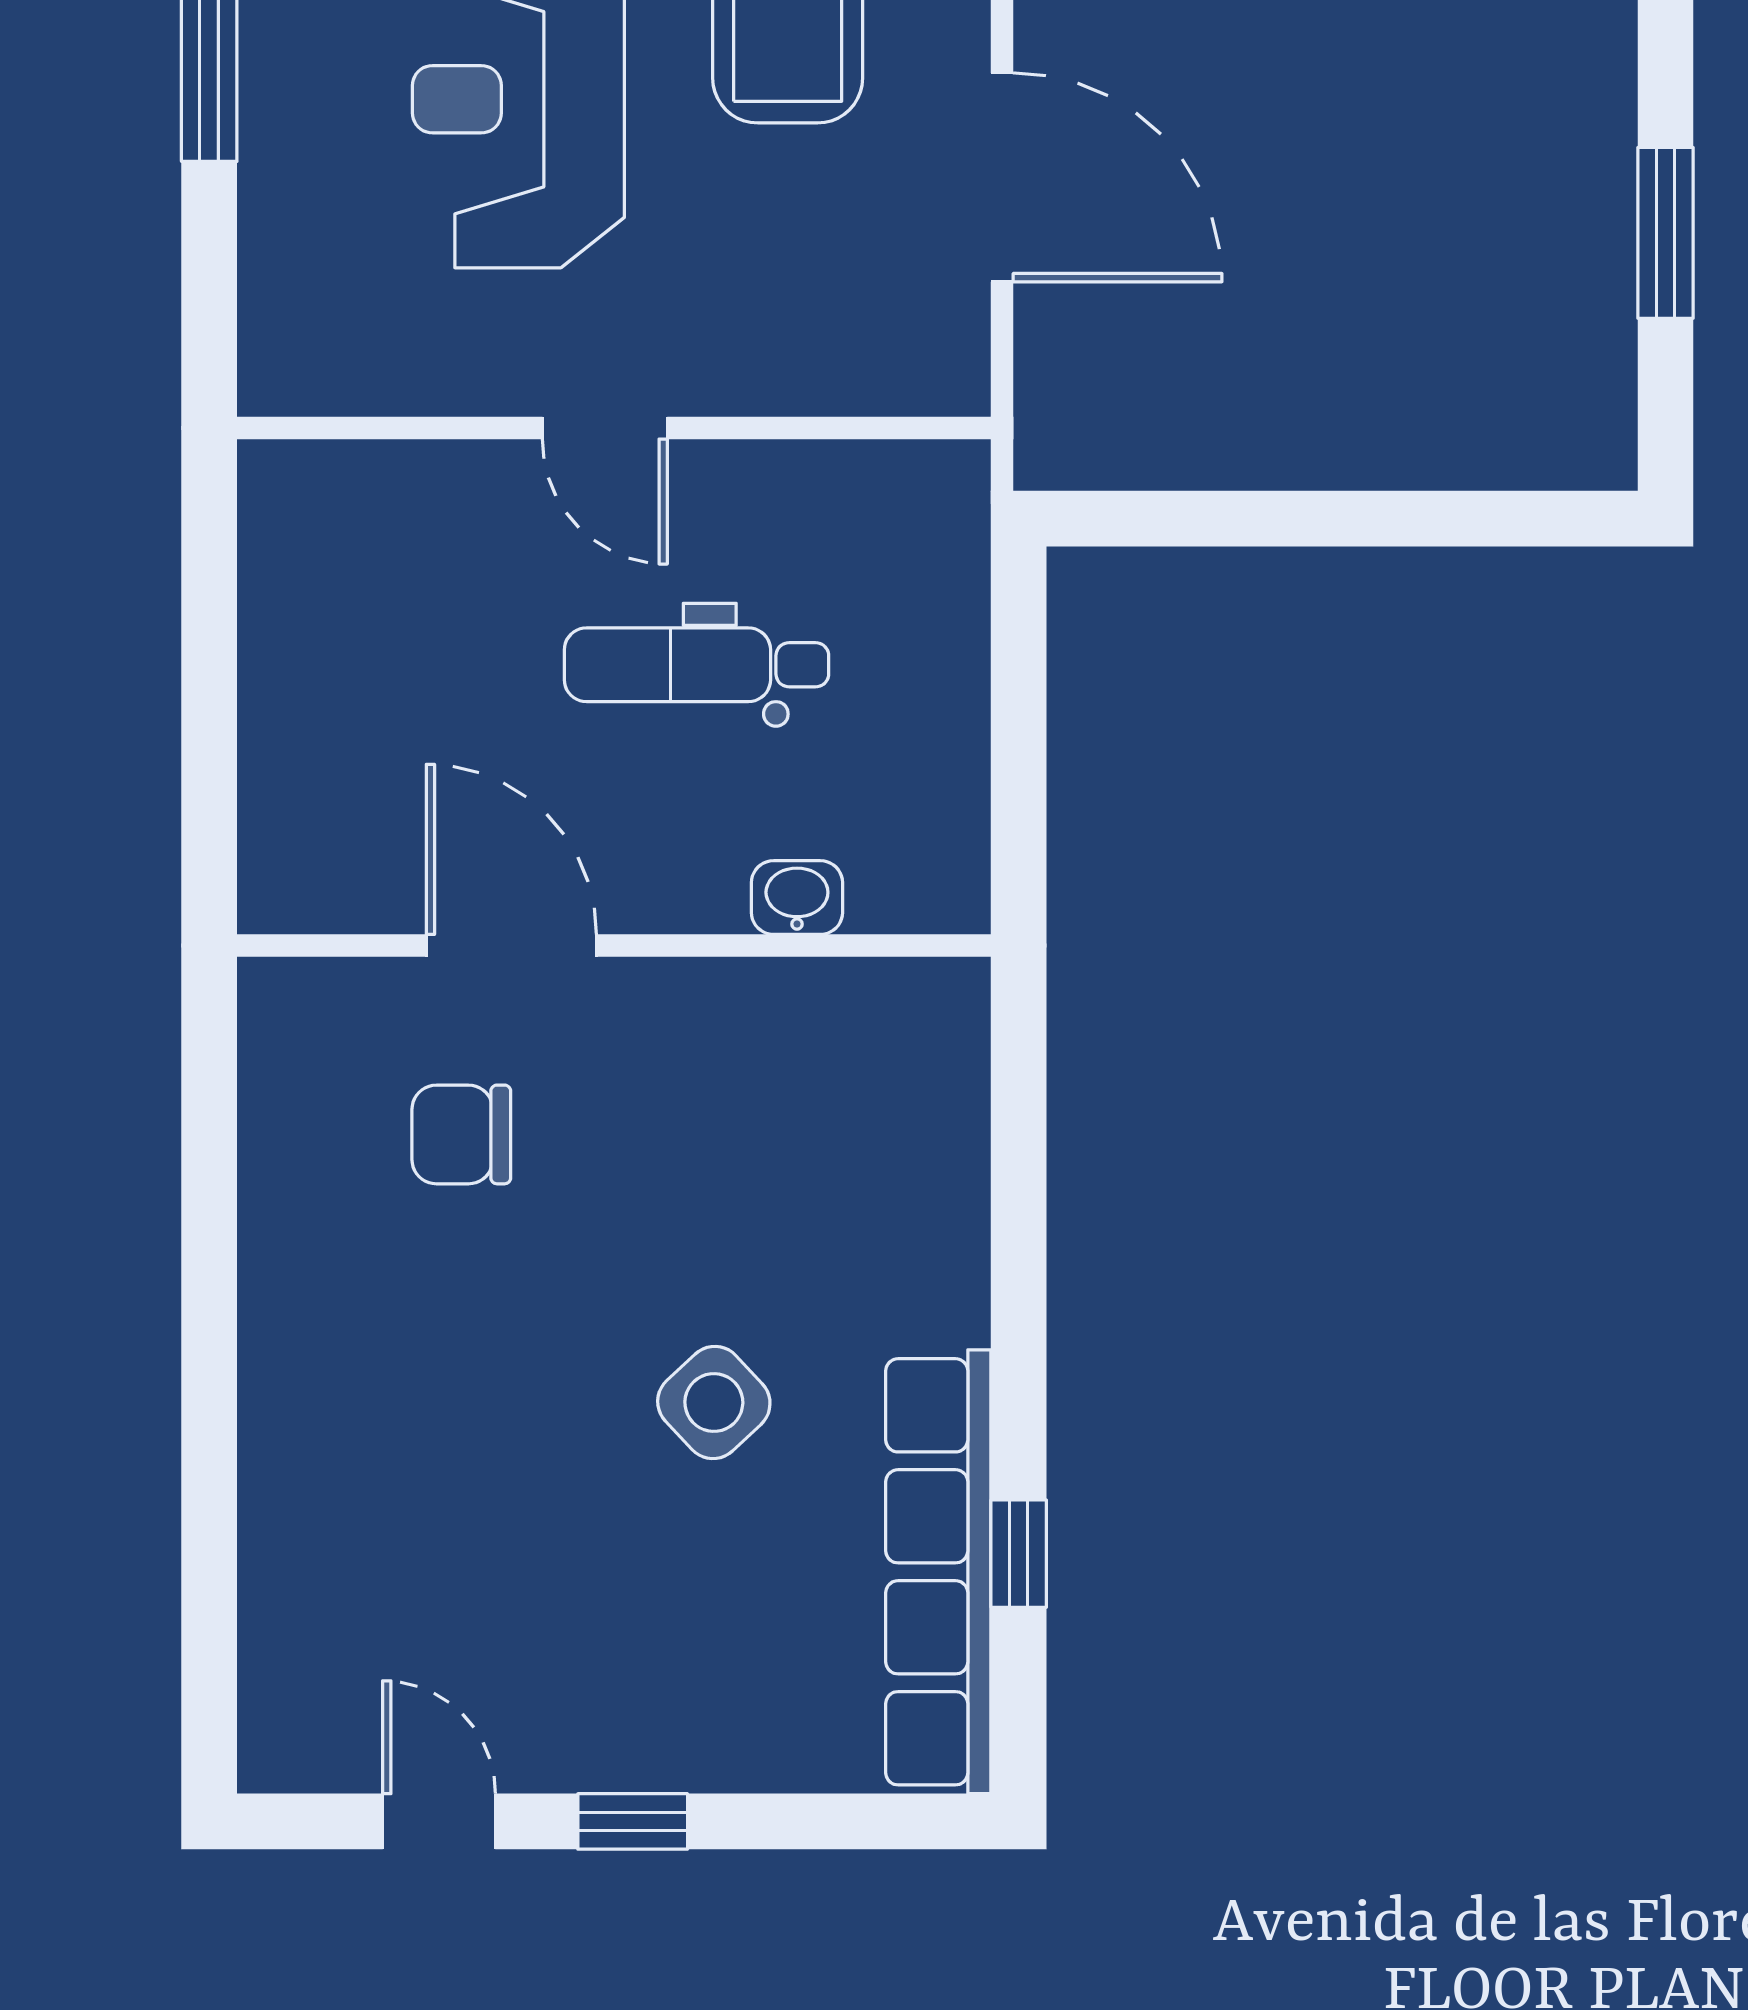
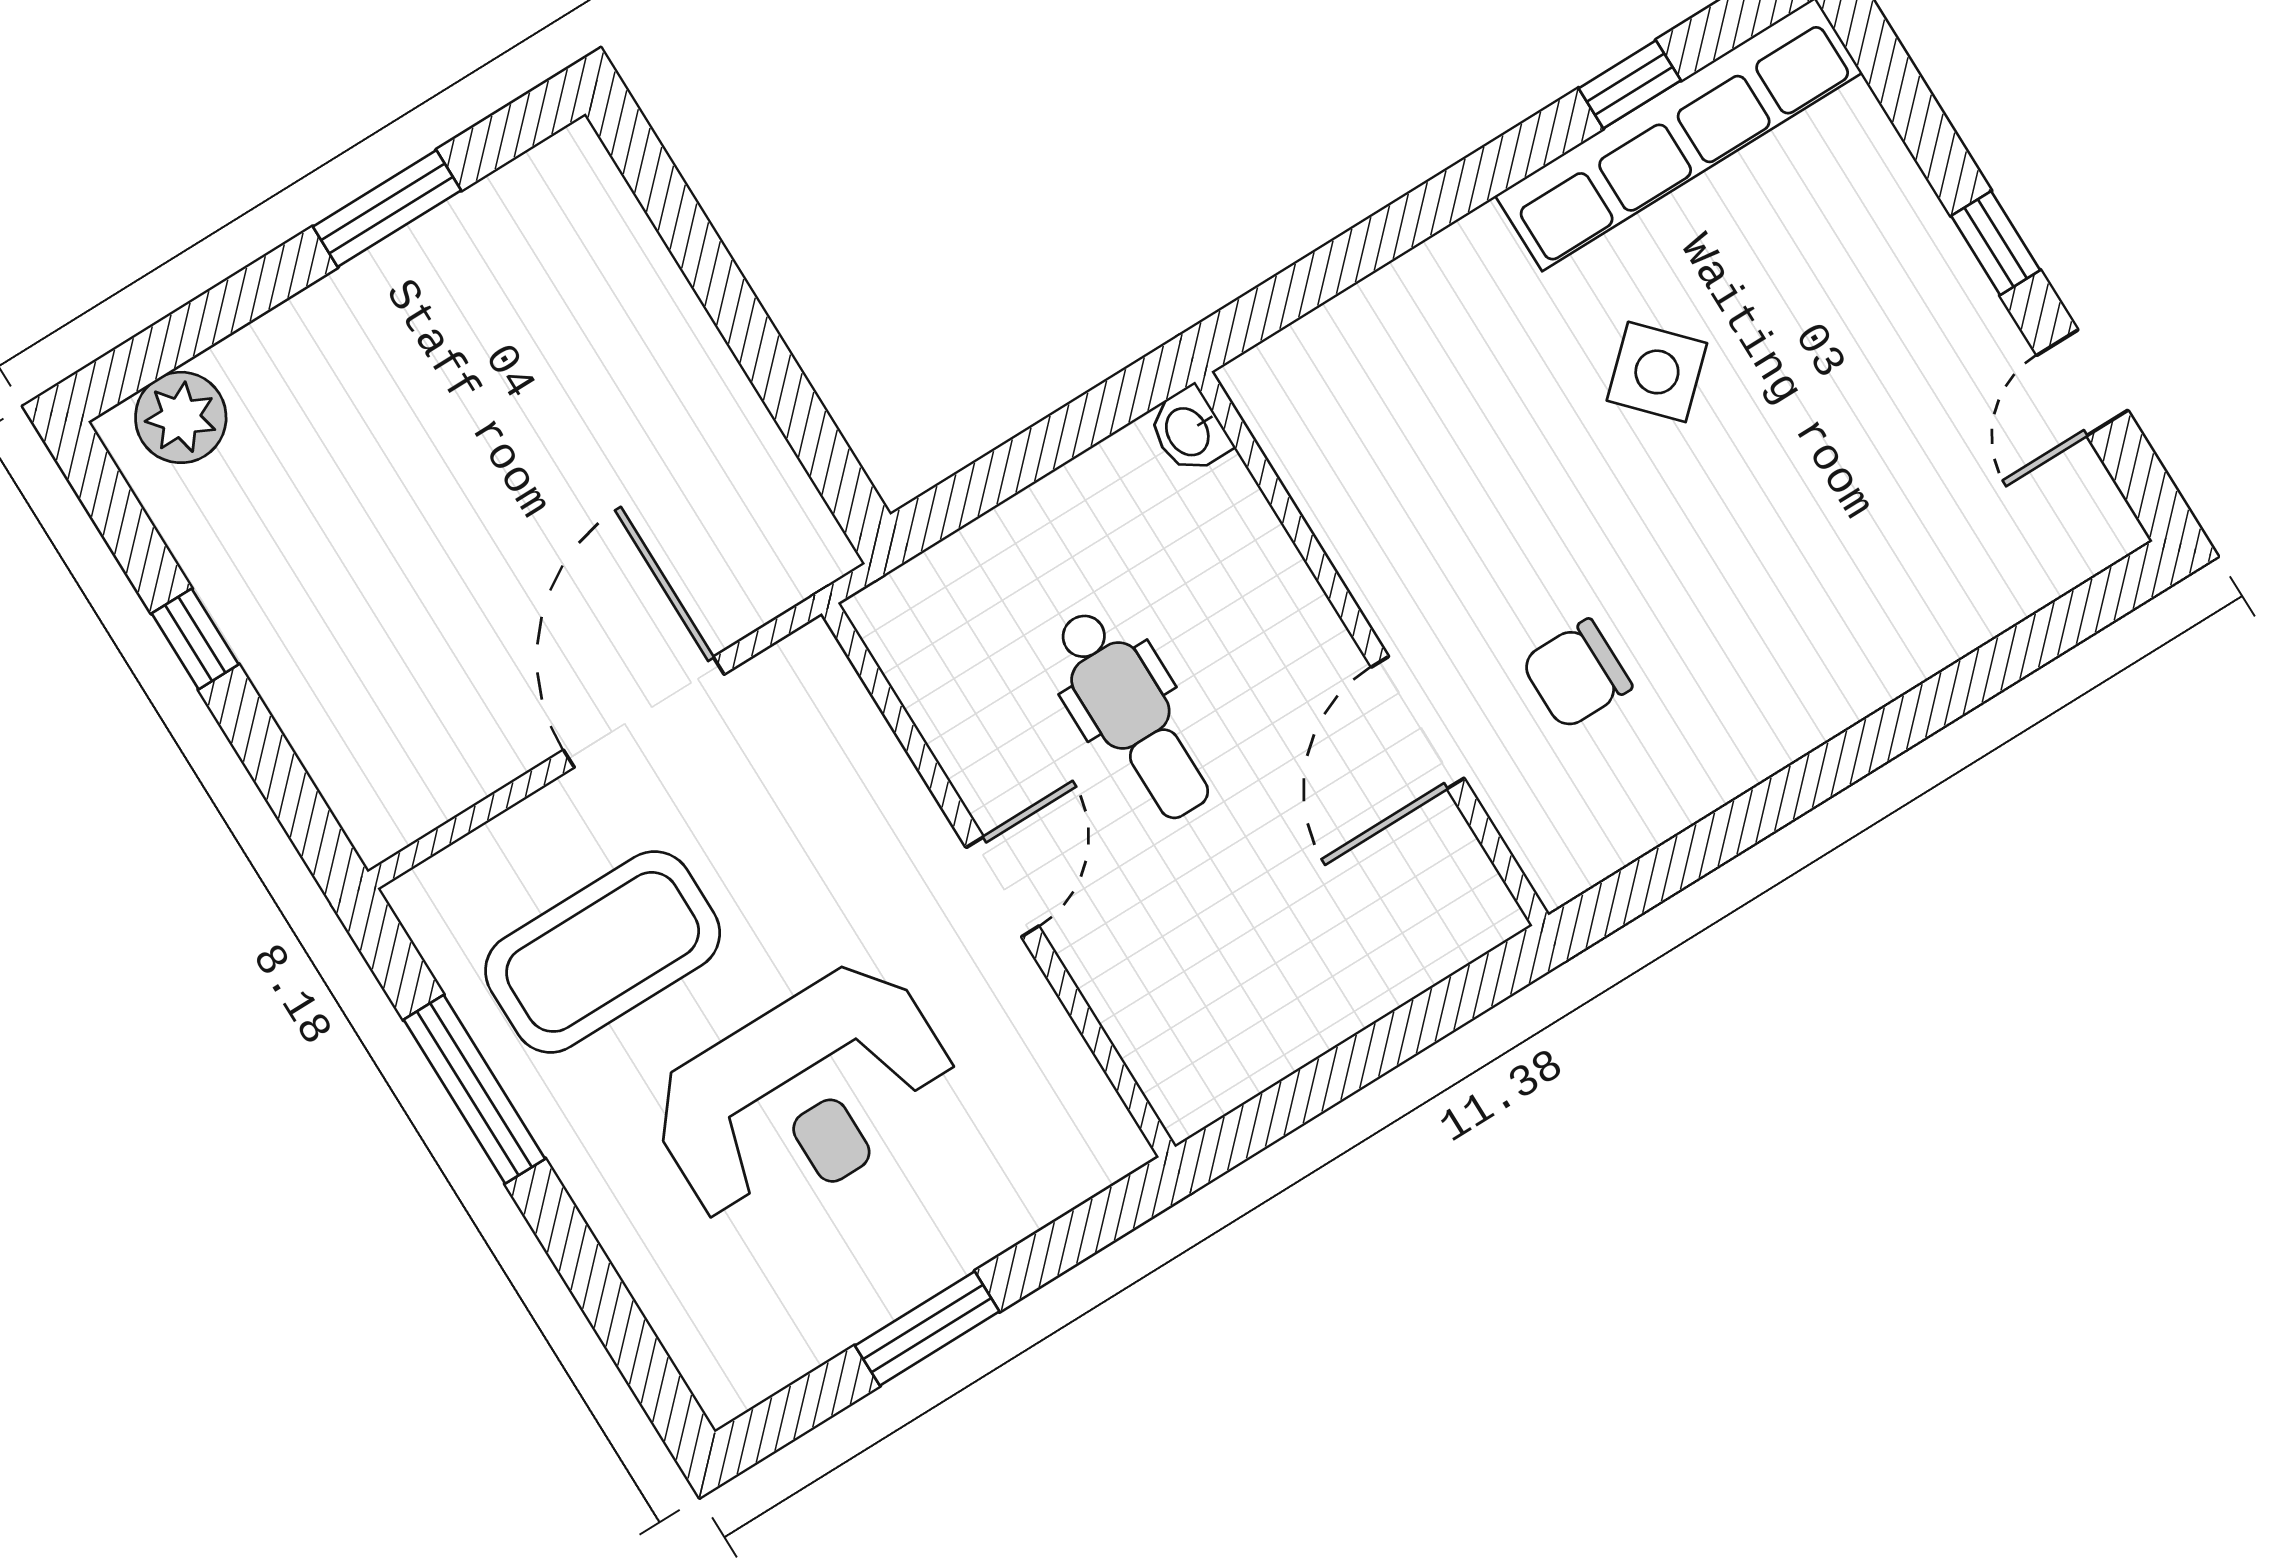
washbasin: (797, 898) -> (1189, 431), moved
chair: (461, 1134) -> (1577, 674), turned 90

